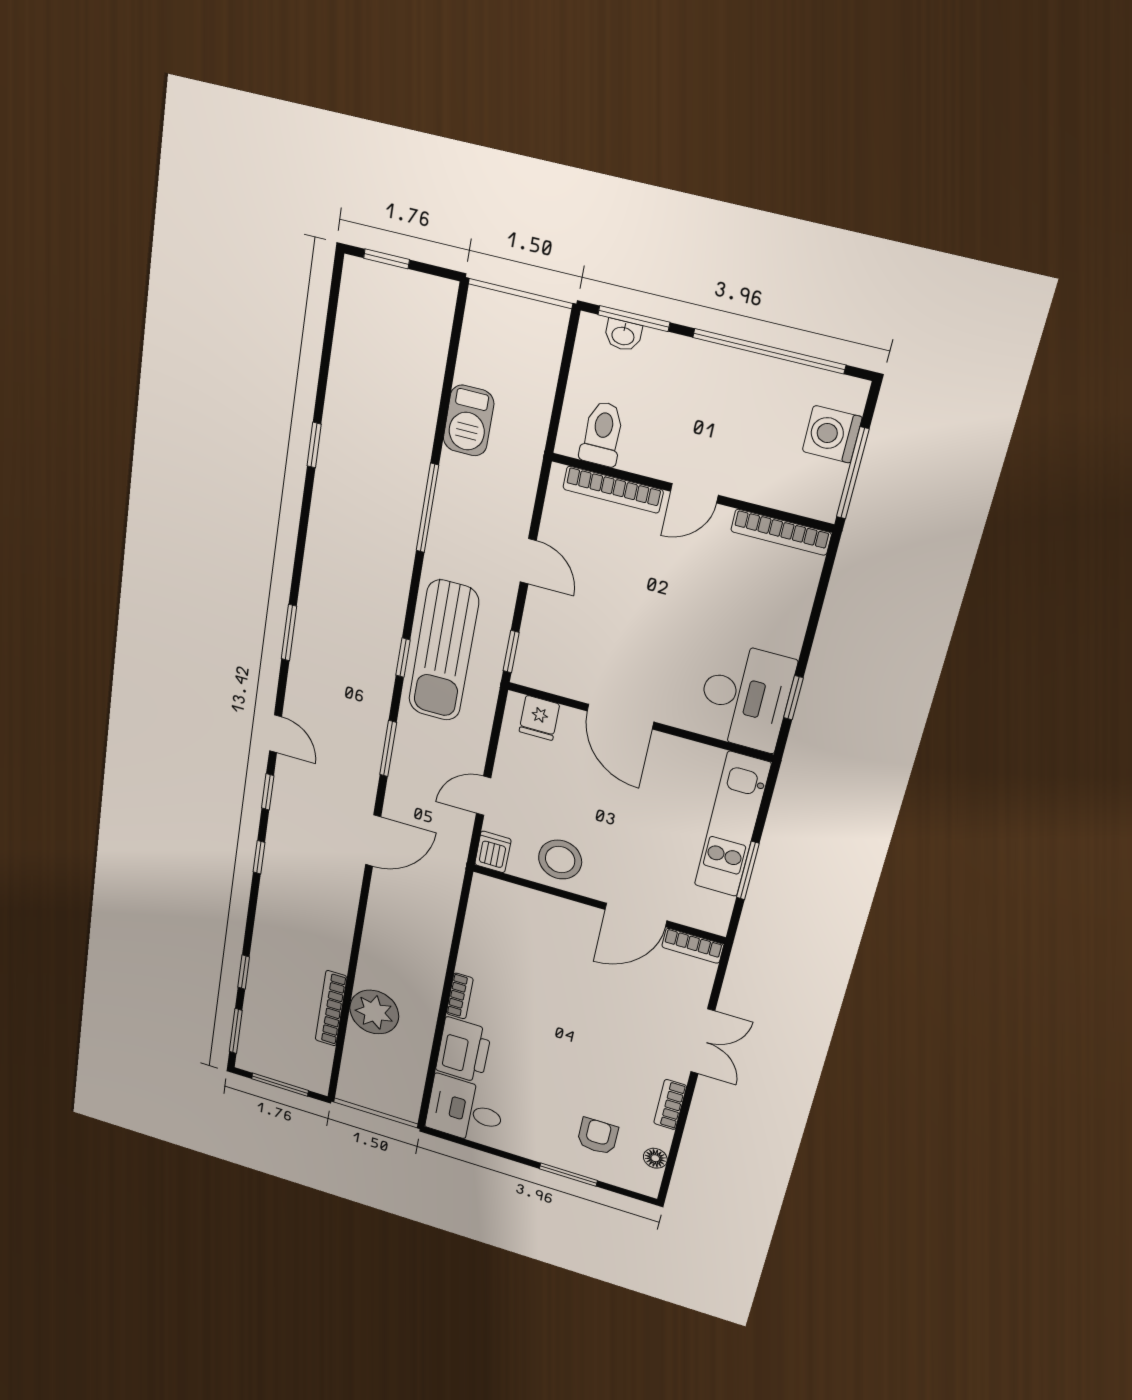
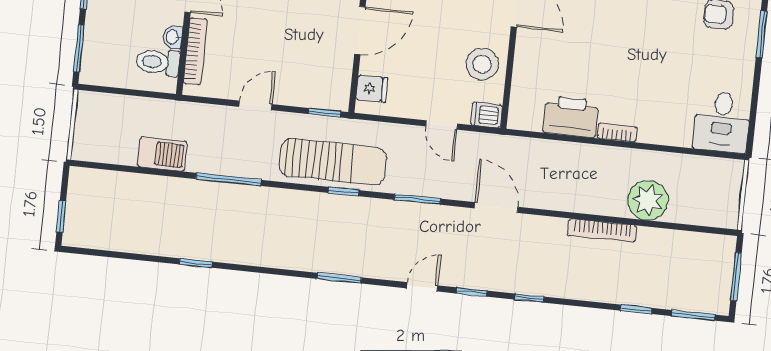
washbasin: (623, 335) -> (173, 37), moved, turned 180
bookcase: (331, 1008) -> (602, 231), moved
printer: (464, 1050) -> (571, 117), moved

